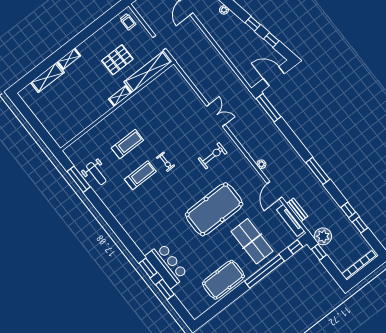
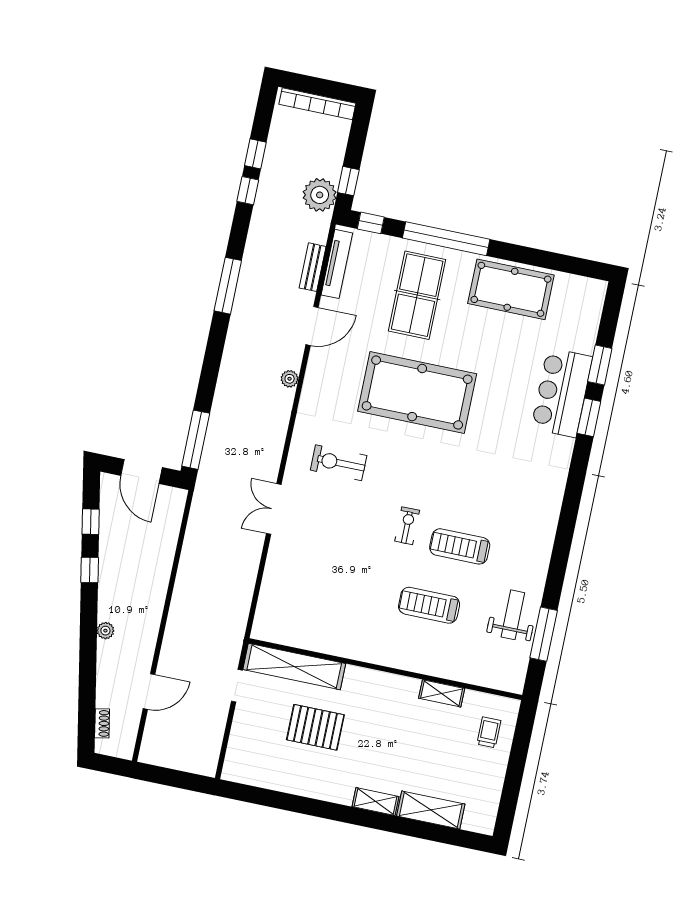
trolley: (128, 22) -> (489, 732), moved
shelving: (120, 96) -> (442, 693), moved

